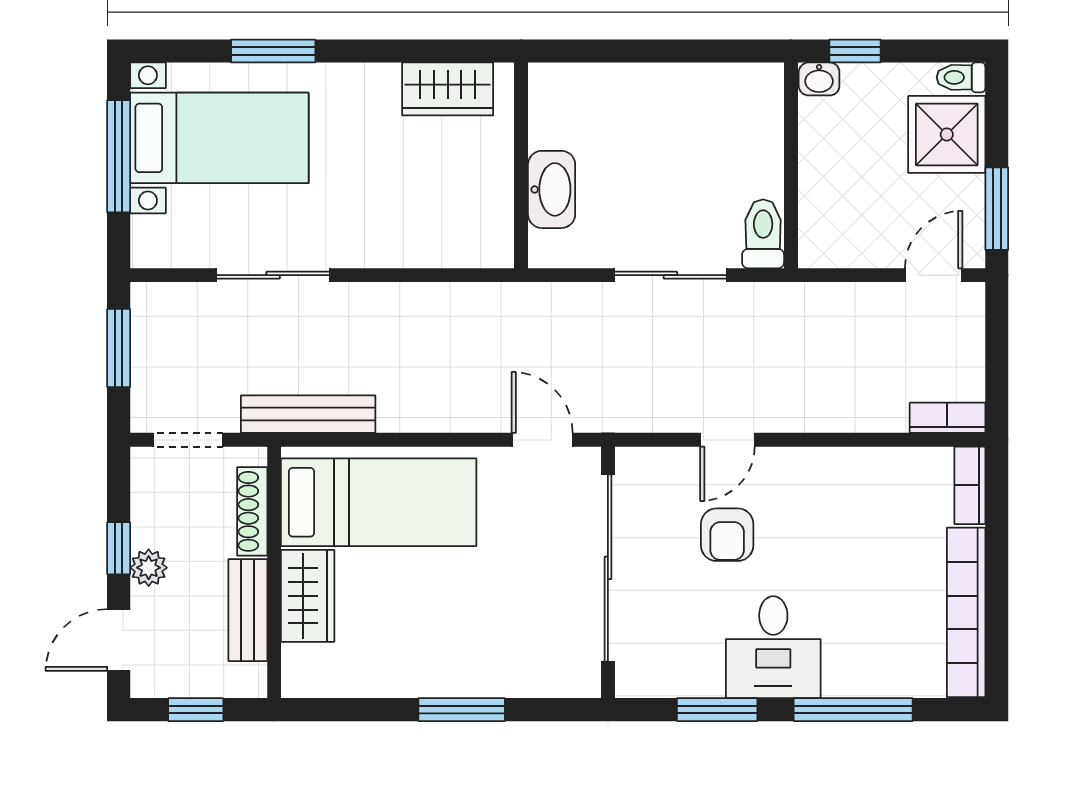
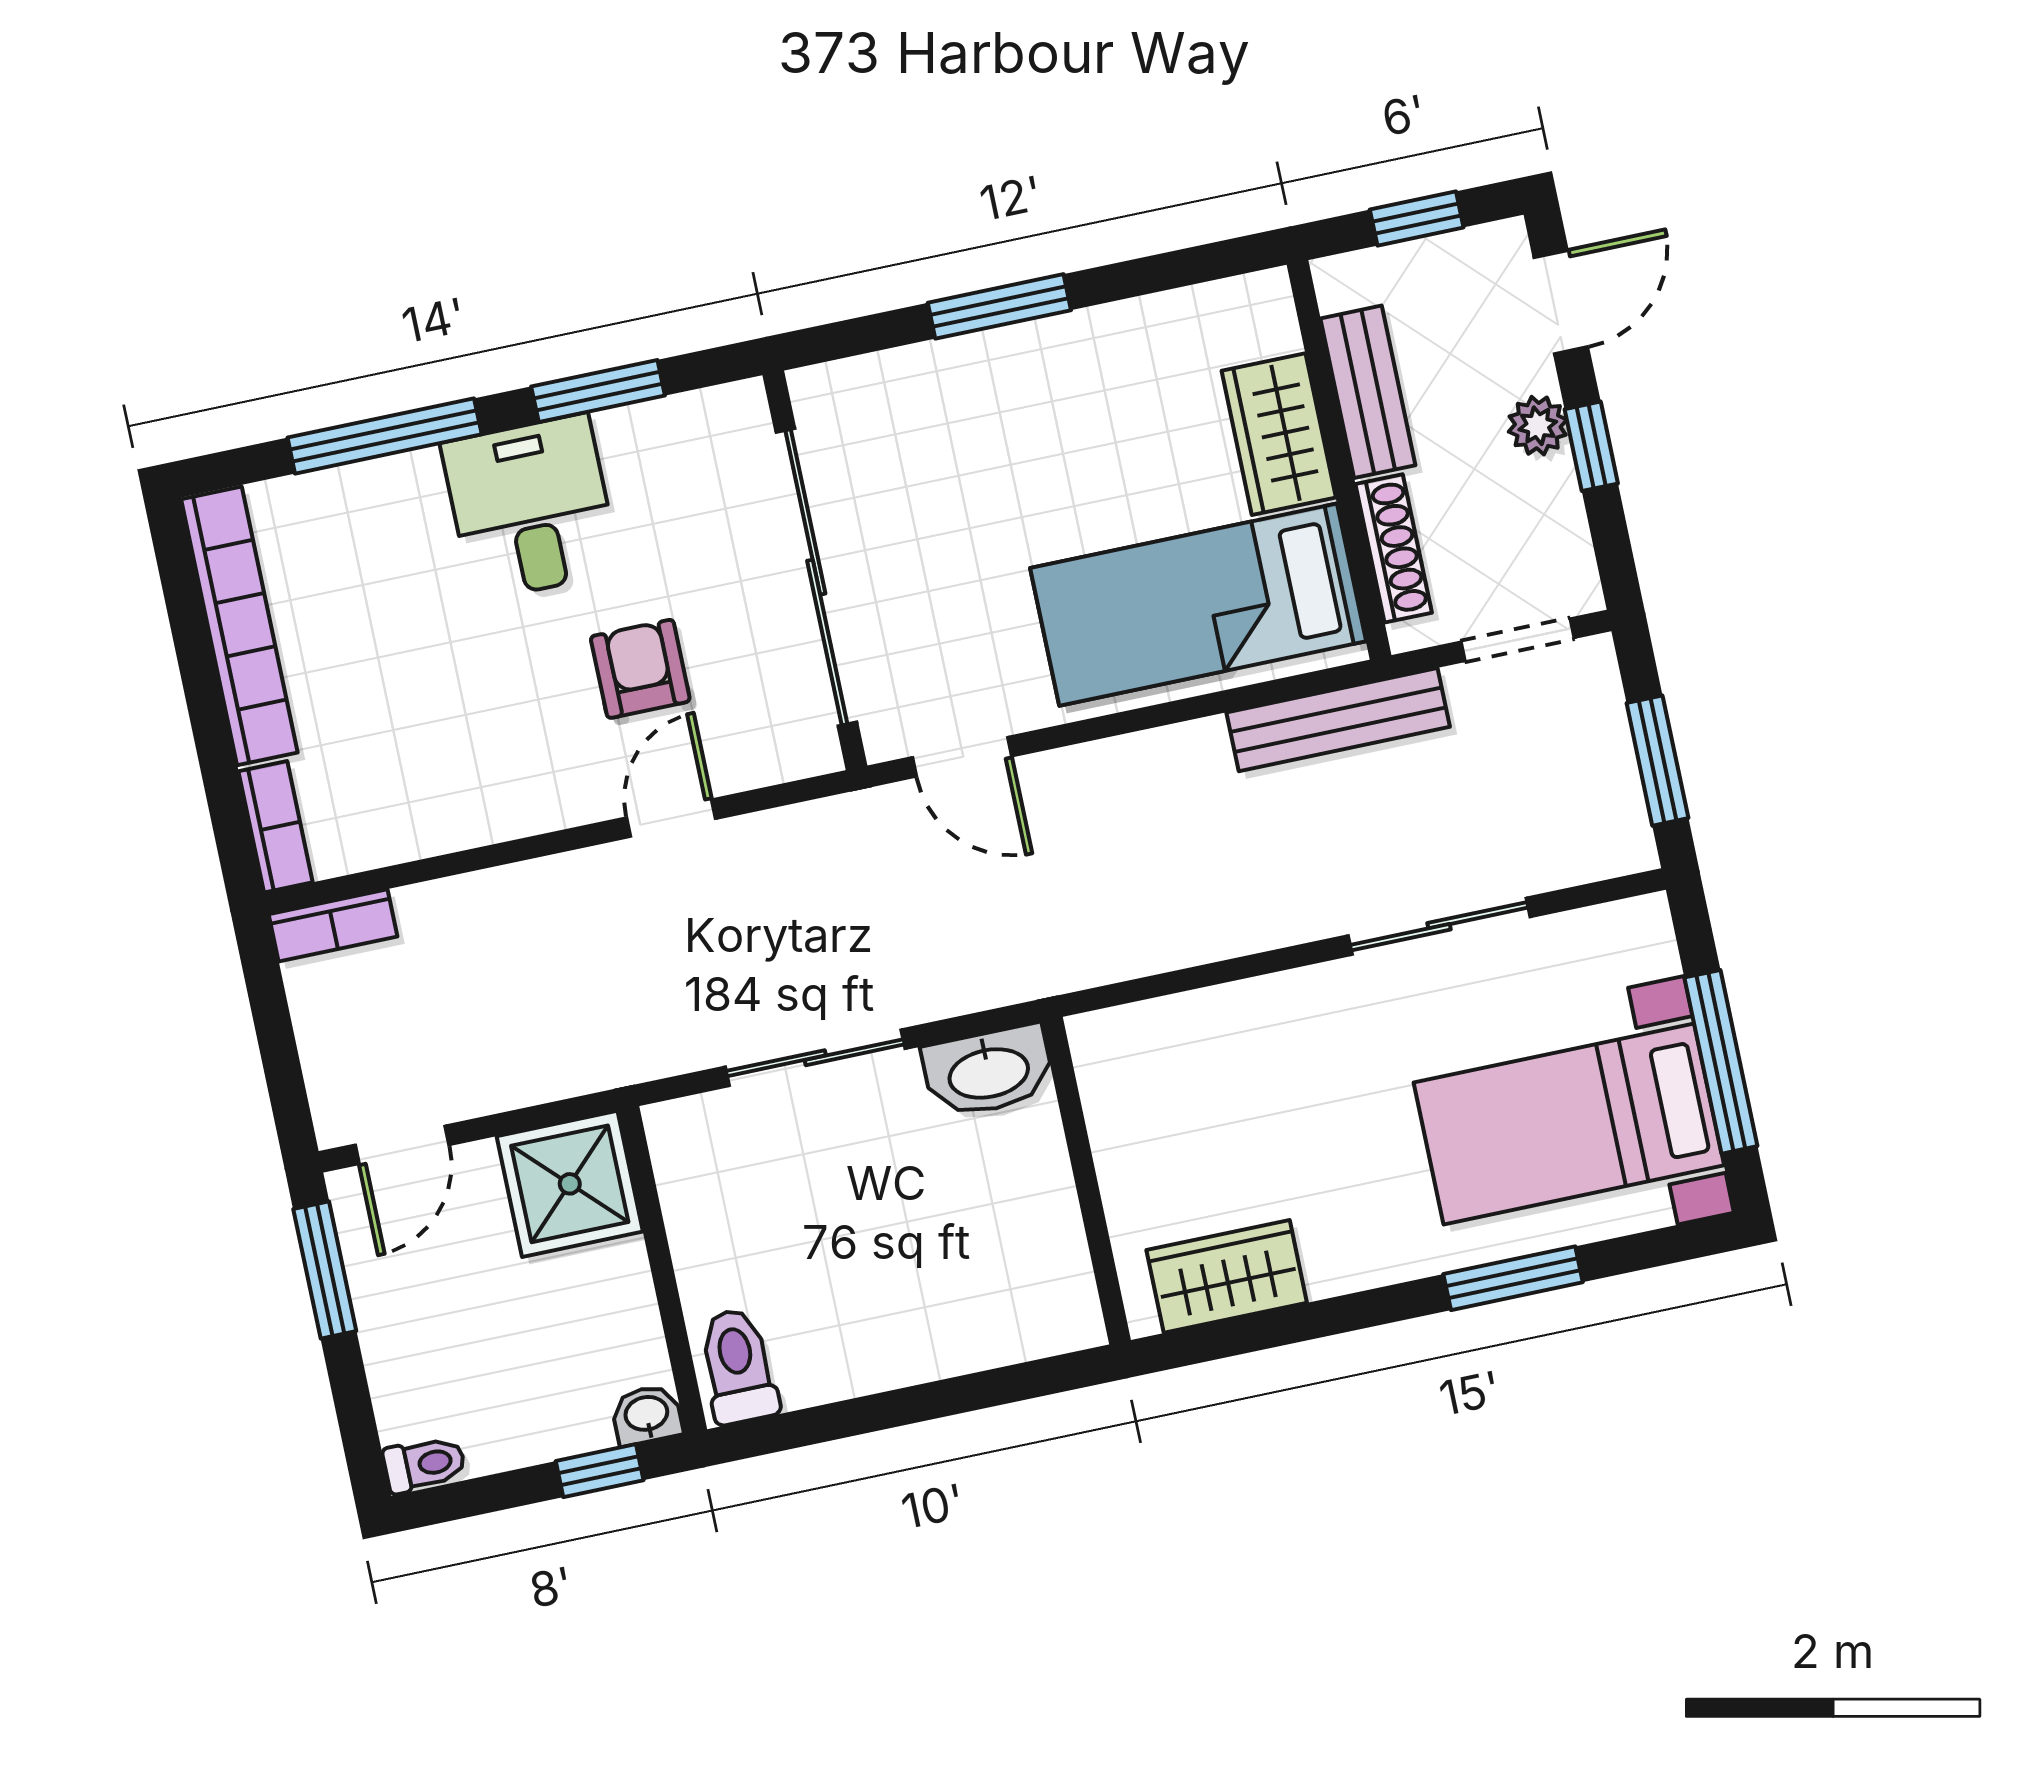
shower: (947, 134) -> (570, 1184), moved
washbasin: (552, 189) -> (988, 1071), moved, turned -90
toilet: (763, 234) -> (738, 1366), moved, turned 180

